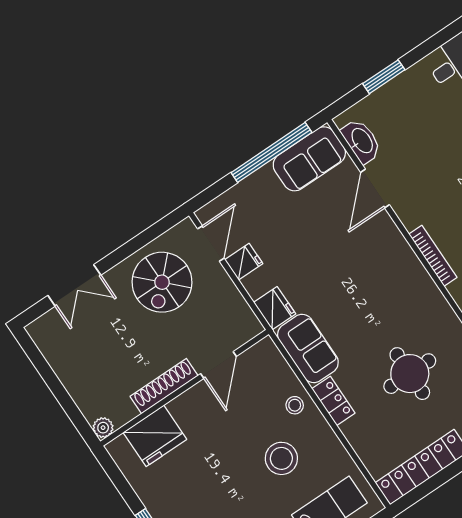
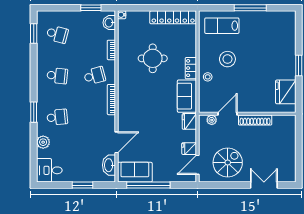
plant: (103, 428) -> (212, 120), moved
fridge: (155, 436) -> (286, 92), moved, turned -90

